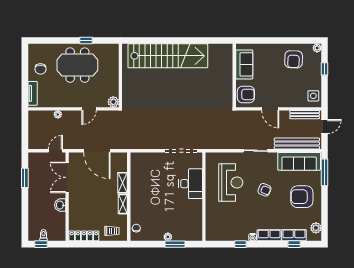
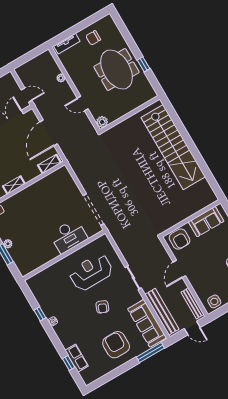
shelving: (122, 183) -> (49, 164), moved
reception desk: (231, 183) -> (91, 272), turned 180
plant: (316, 228) -> (95, 374), removed
row of seats: (269, 235) -> (63, 335), removed

